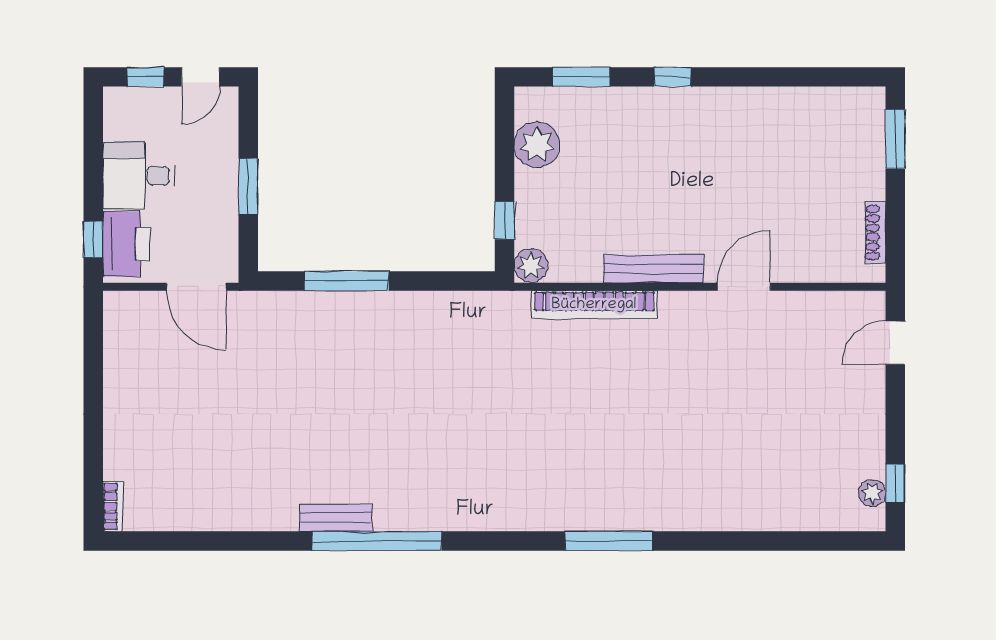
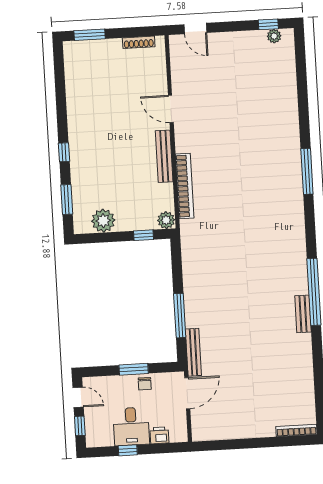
chair: (219, 206) -> (145, 384), added
window: (93, 239) -> (128, 450), moved
printer: (126, 244) -> (159, 435), width x0.53, depth x0.68
bench: (274, 303) -> (193, 352), added
bookcase: (113, 506) -> (296, 430), width x1.56

